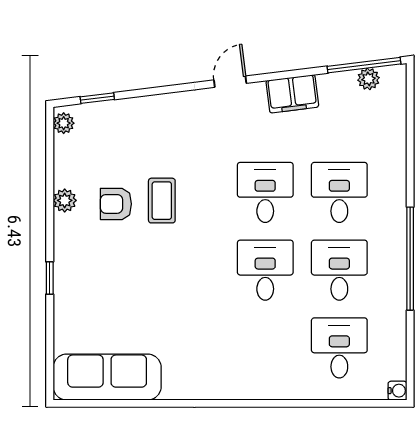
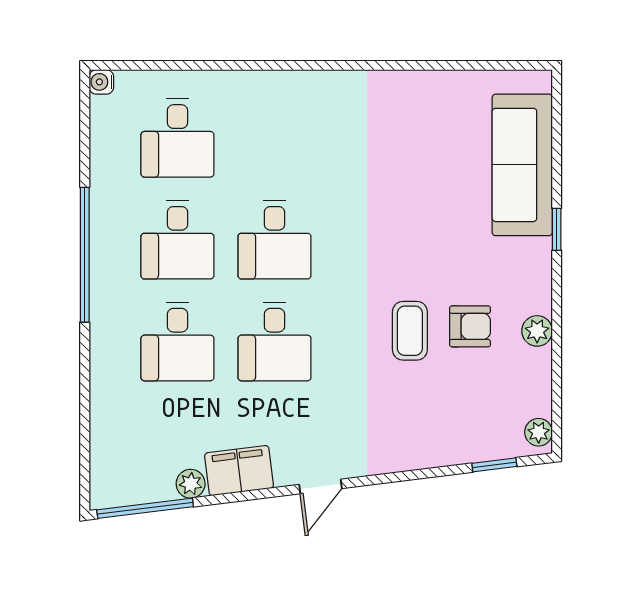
plant: (368, 79) -> (191, 484), moved
sofa: (107, 377) -> (522, 165), moved, turned 90

